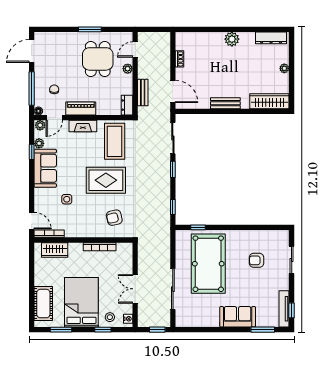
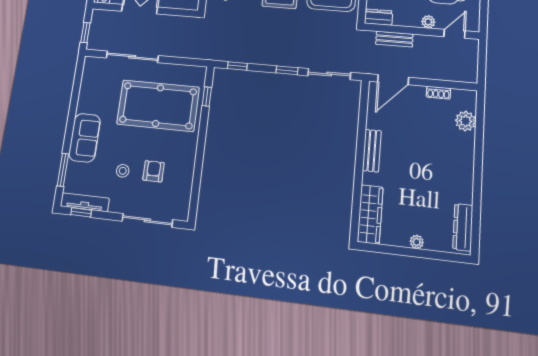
plant: (232, 39) -> (466, 121), moved
door: (135, 49) -> (455, 34), hinge flipped
sliding door: (292, 260) -> (147, 220), width x1.37
stool: (259, 284) -> (123, 171), added

